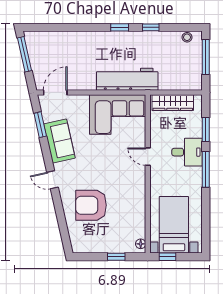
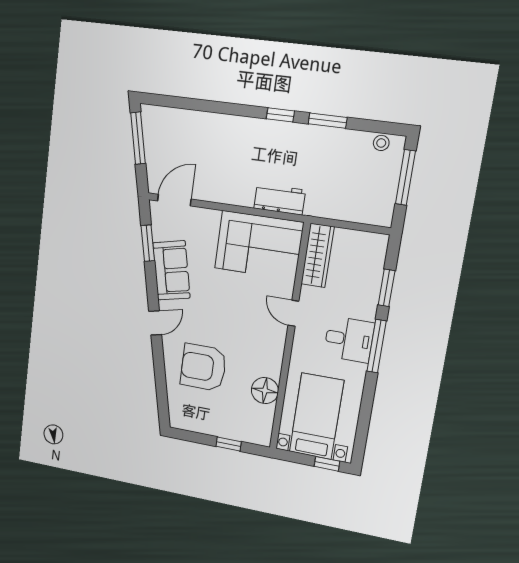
window: (151, 27) -> (328, 121), width x1.50
workbench: (127, 79) -> (280, 199), width x0.53, depth x0.76
wardrobe: (173, 103) -> (318, 255), moved, turned -90
desk: (187, 152) -> (349, 339), moved
door: (52, 180) -> (155, 323), swing flipped
floor lamp: (141, 244) -> (265, 391), moved, width x1.89, depth x1.89
window: (168, 257) -> (327, 464), moved

